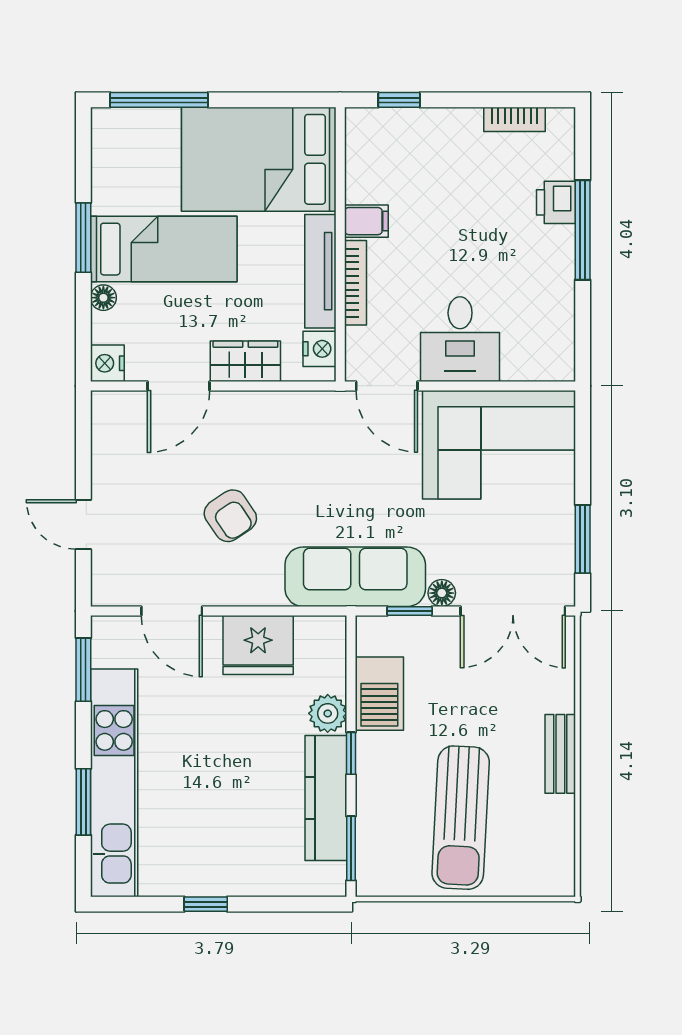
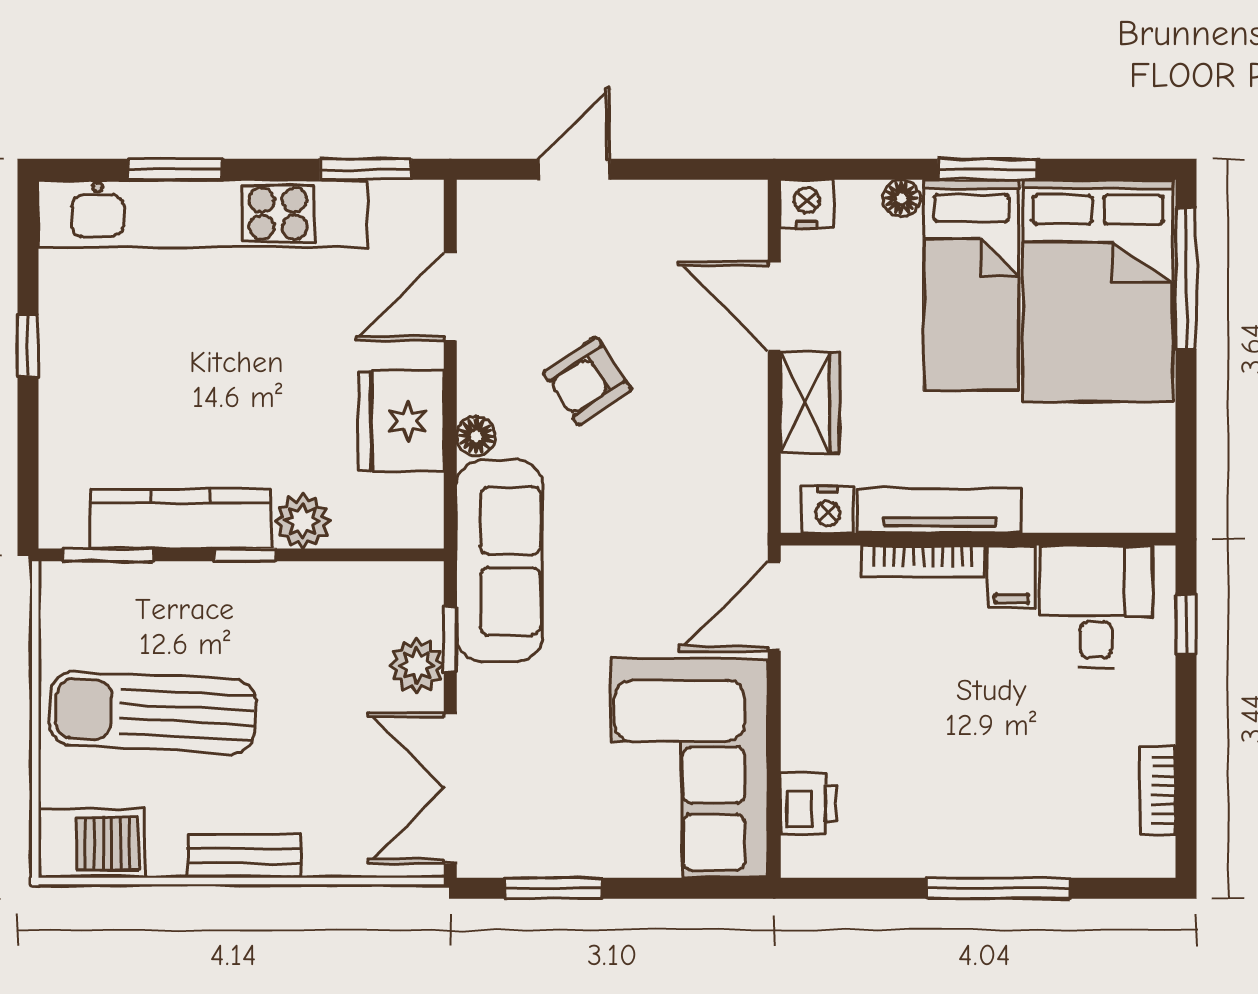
bed: (259, 159) -> (1098, 291), moved, turned 180
printer: (556, 202) -> (808, 803), moved, turned 90
desk: (460, 339) -> (1096, 607), moved, turned 90
floor lamp: (442, 593) -> (476, 436), moved
plant: (428, 634) -> (417, 665), added
barbecue: (379, 694) -> (91, 843), moved, turned 180

